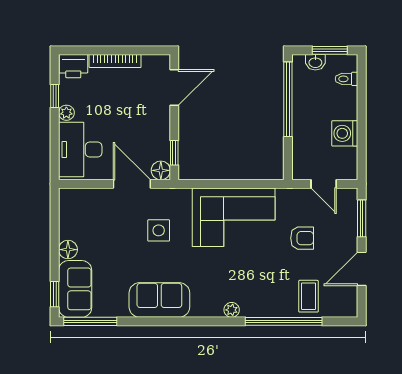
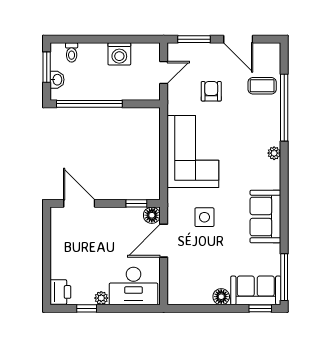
bookcase: (115, 61) -> (56, 255), removed

